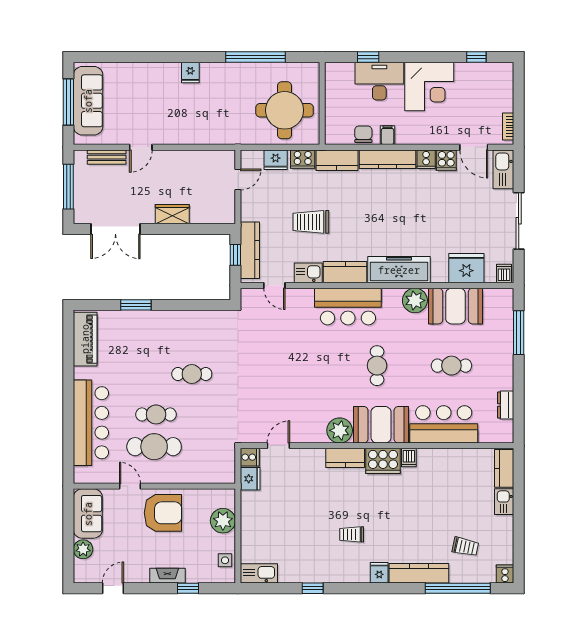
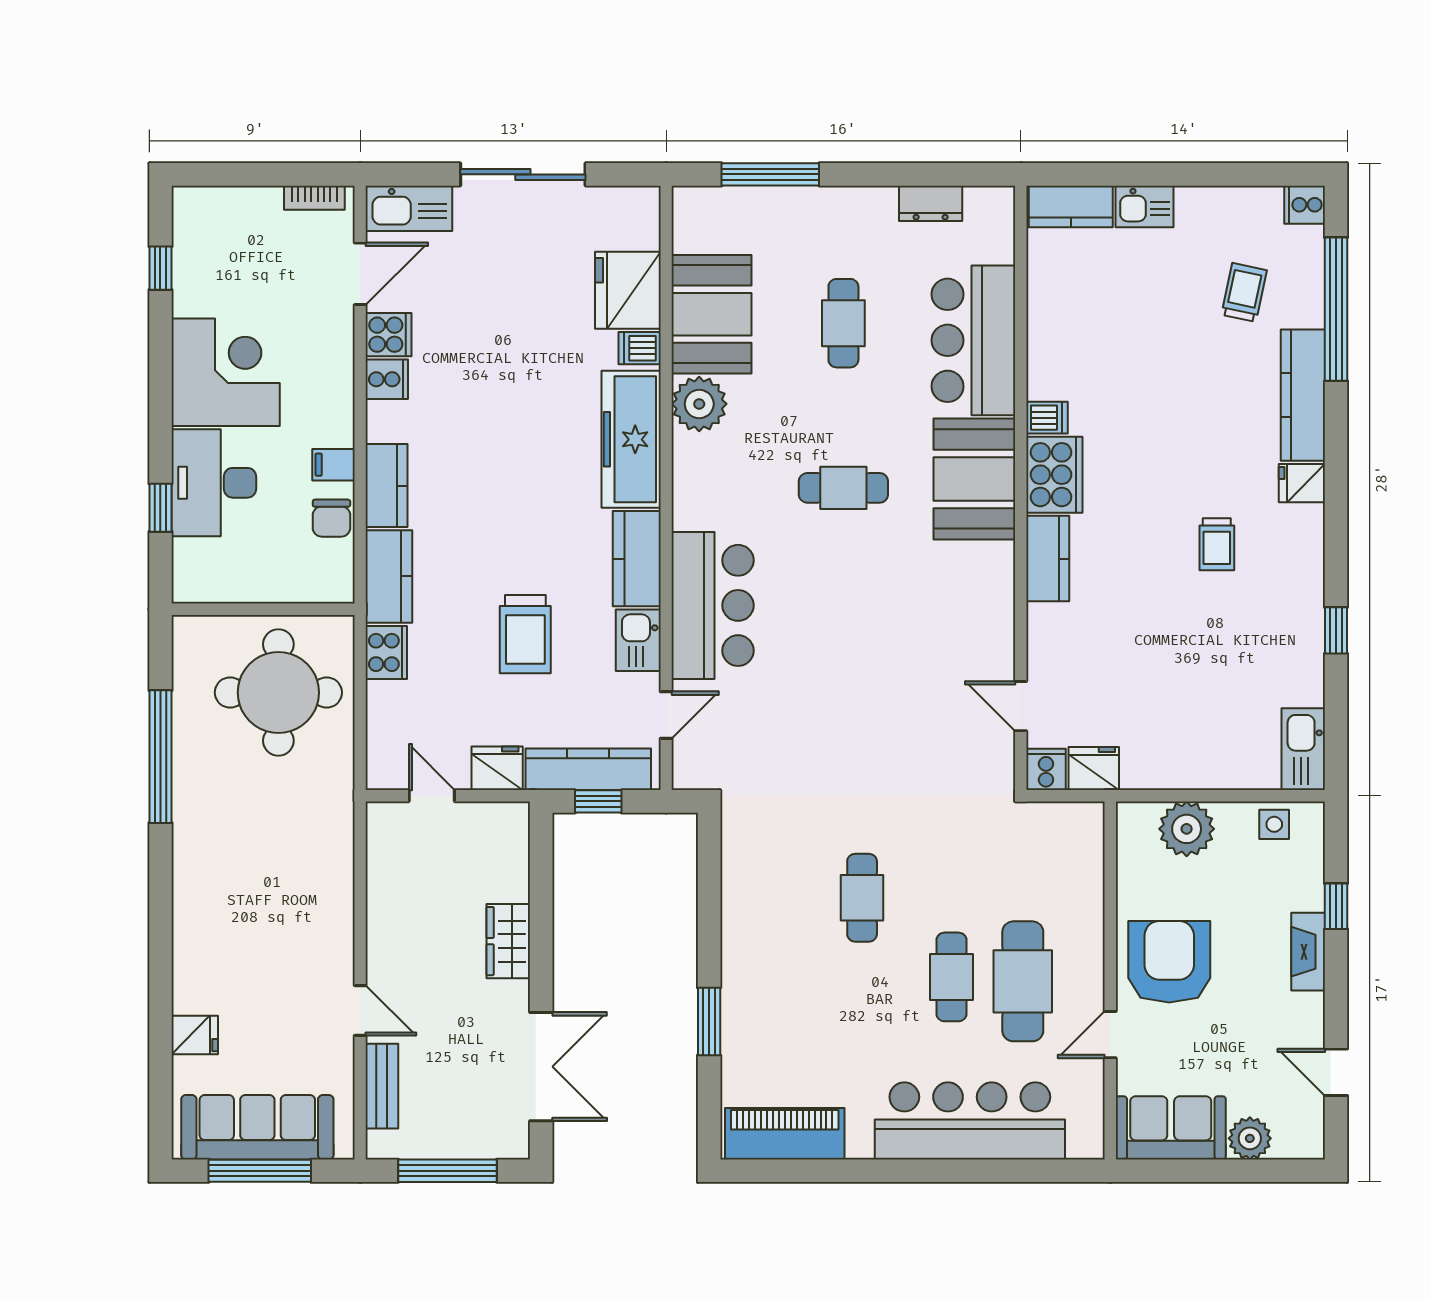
fridge: (190, 73) -> (195, 1035), moved
chair: (363, 134) -> (331, 518), turned -90
kitchen counter: (388, 159) -> (387, 486), width x0.67
fridge: (276, 160) -> (497, 768), moved, turned -90
dishwasher: (504, 273) -> (640, 348), moved
bar counter: (348, 307) -> (713, 605), moved
plant: (340, 430) -> (987, 571), removed

